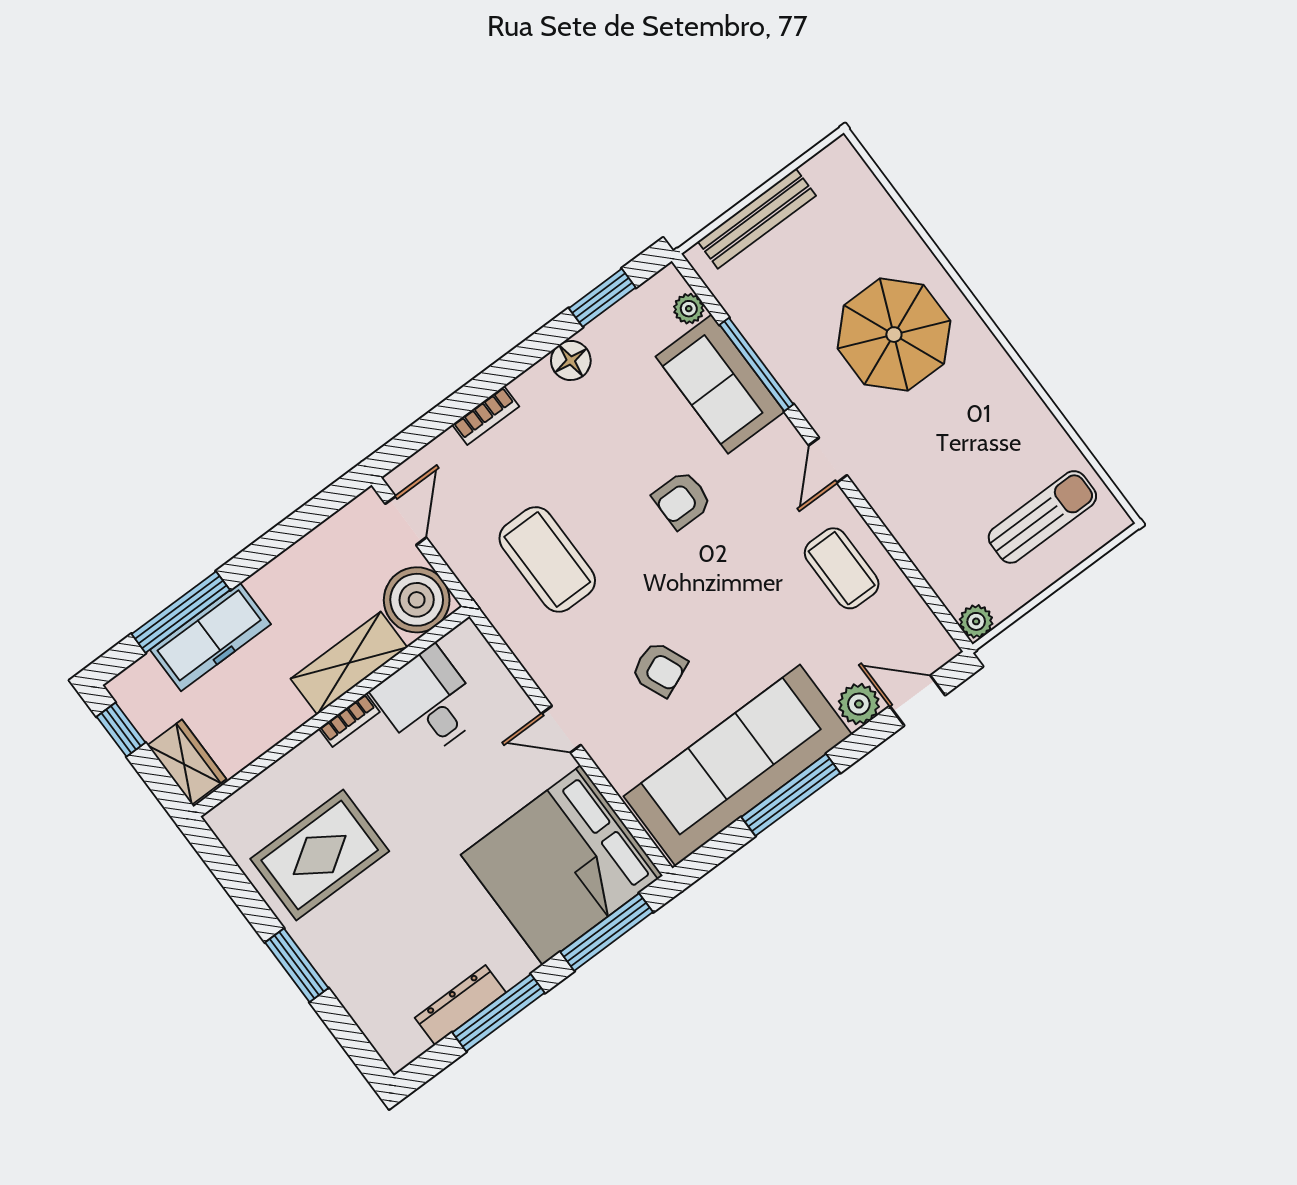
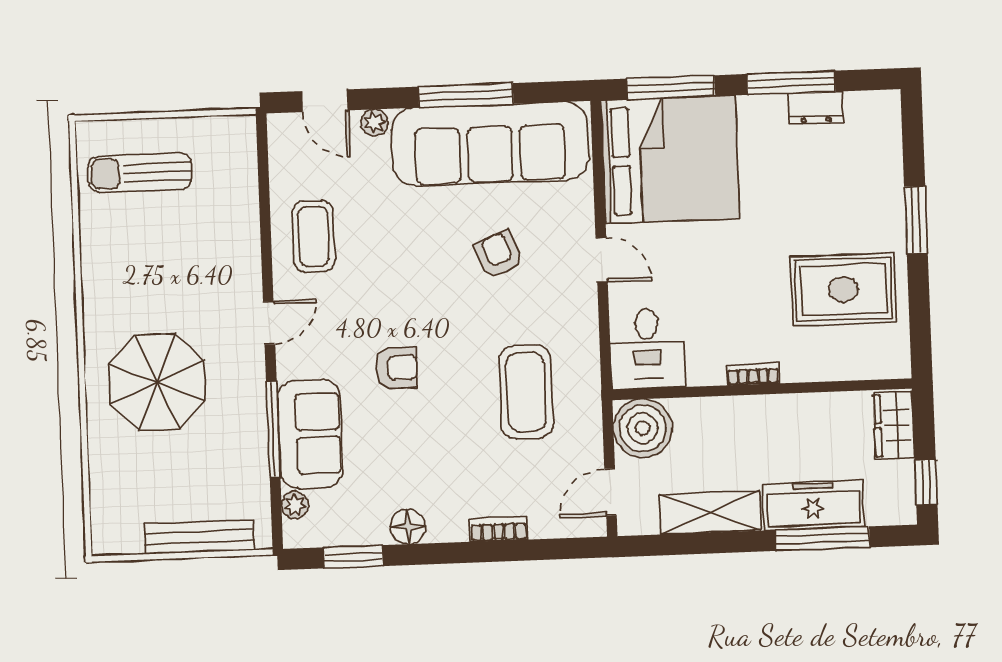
plant: (976, 621) -> (242, 129), removed
shelving: (349, 663) -> (710, 512), moved
desk: (428, 702) -> (647, 349), moved
plant: (859, 704) -> (374, 123), width x0.73, depth x0.73
dresser: (460, 1005) -> (816, 108), width x0.70

